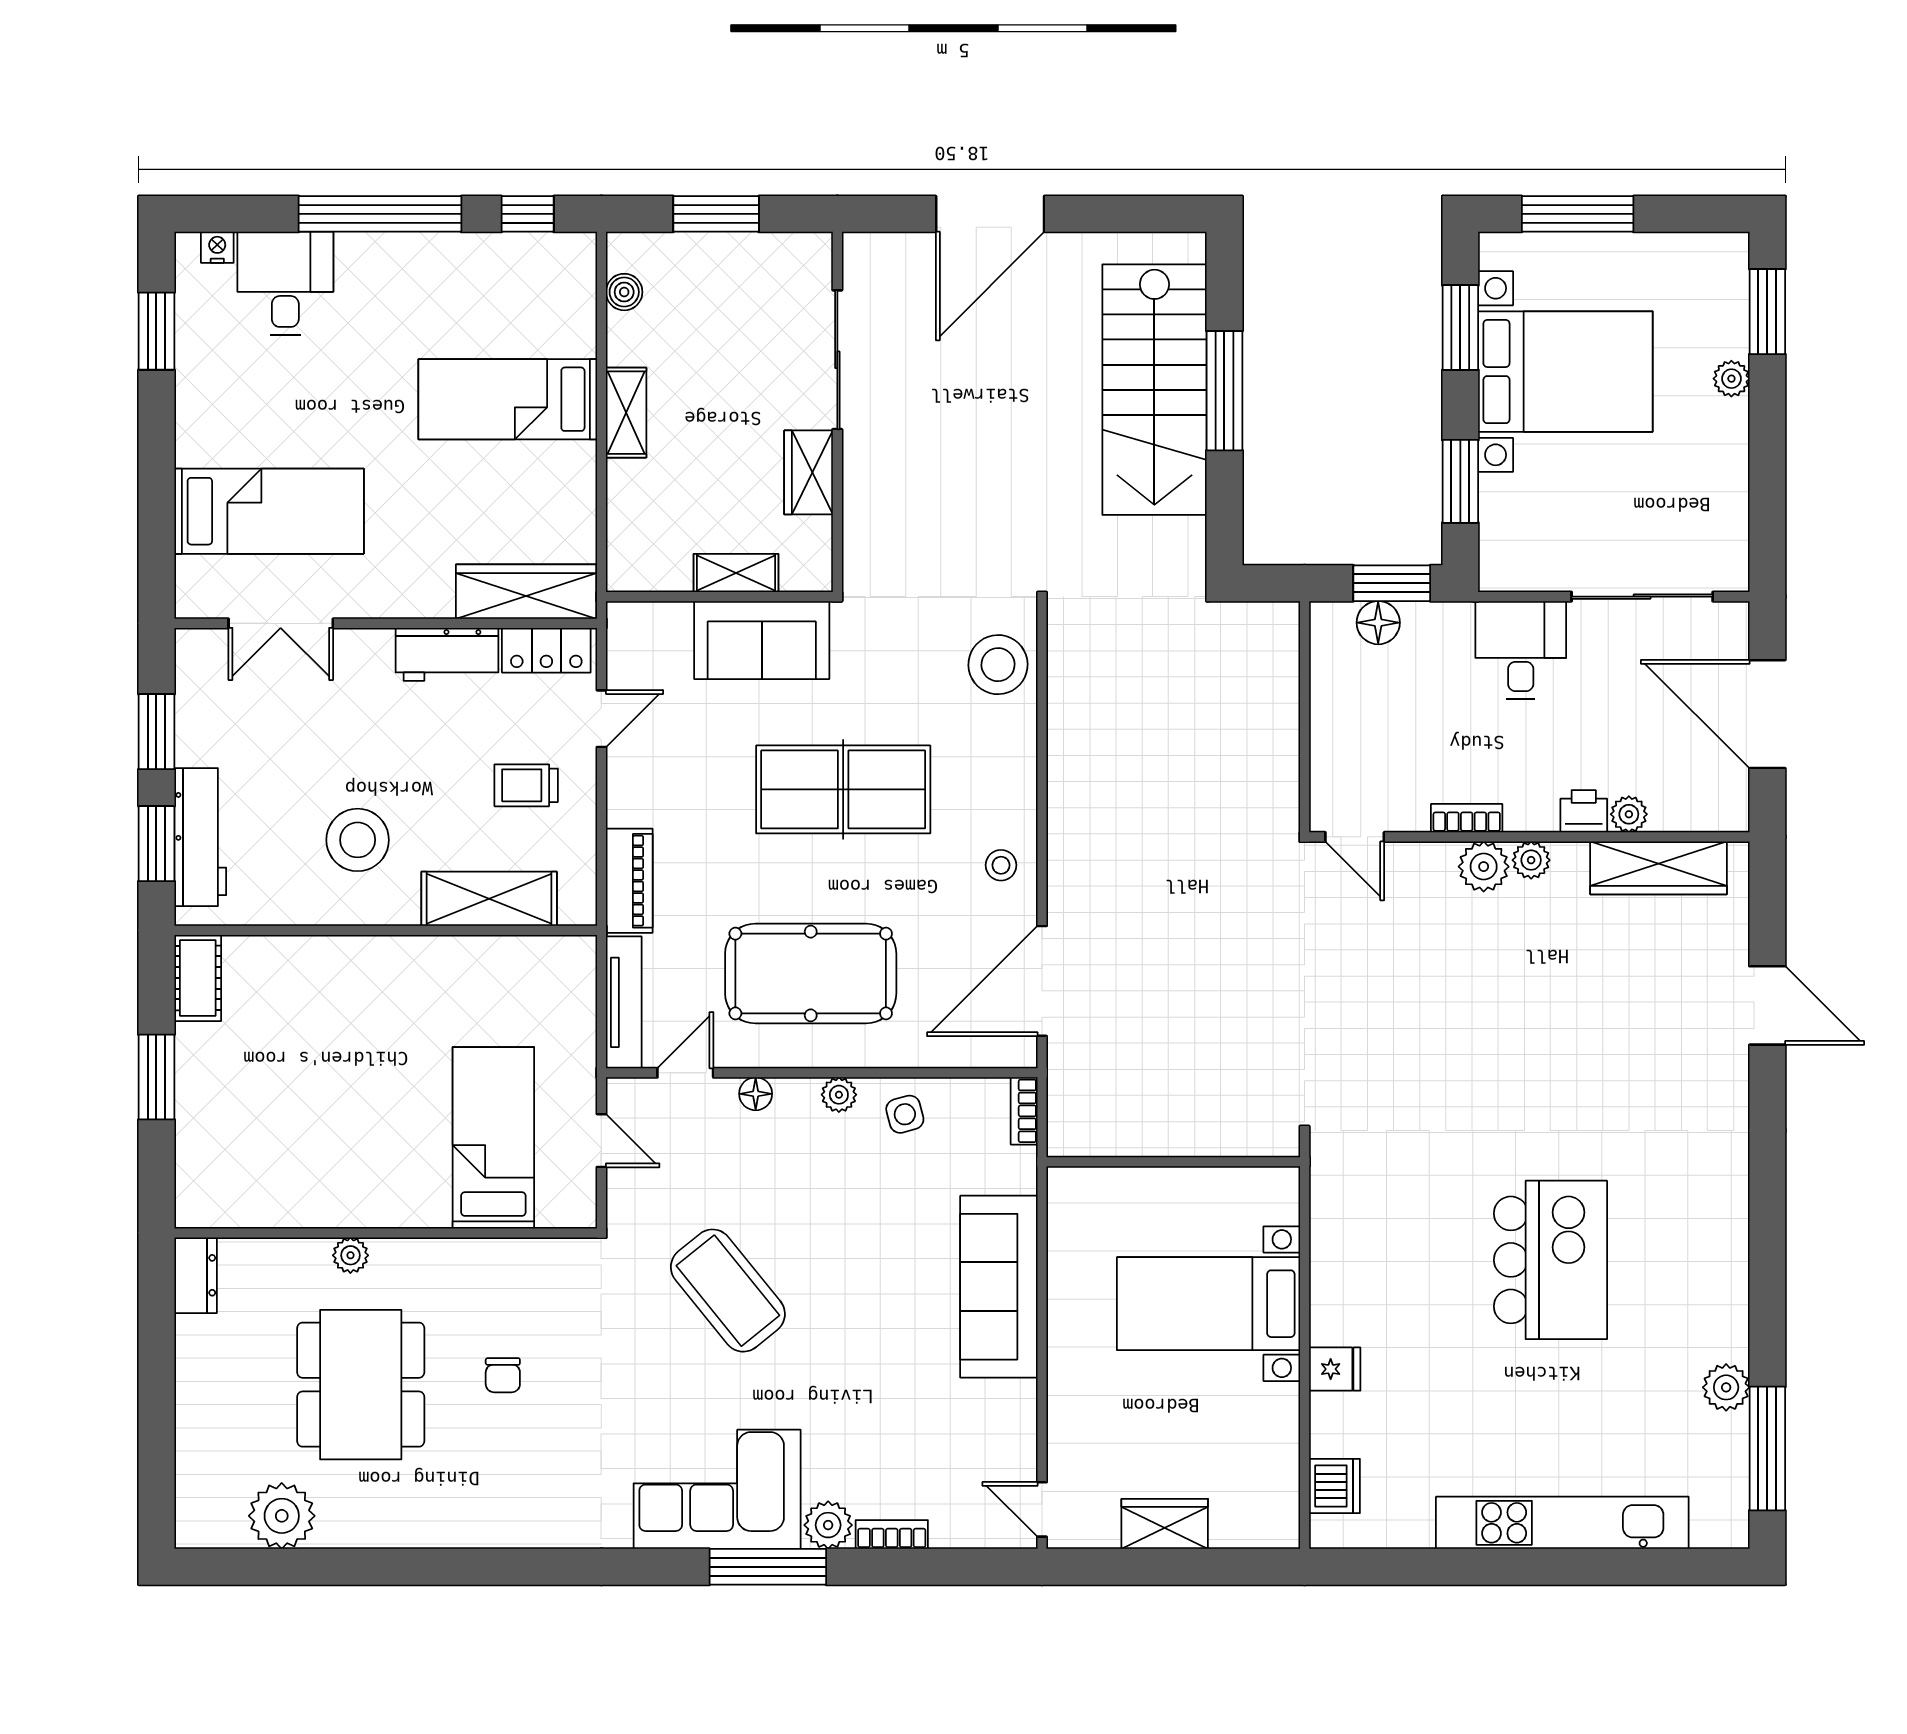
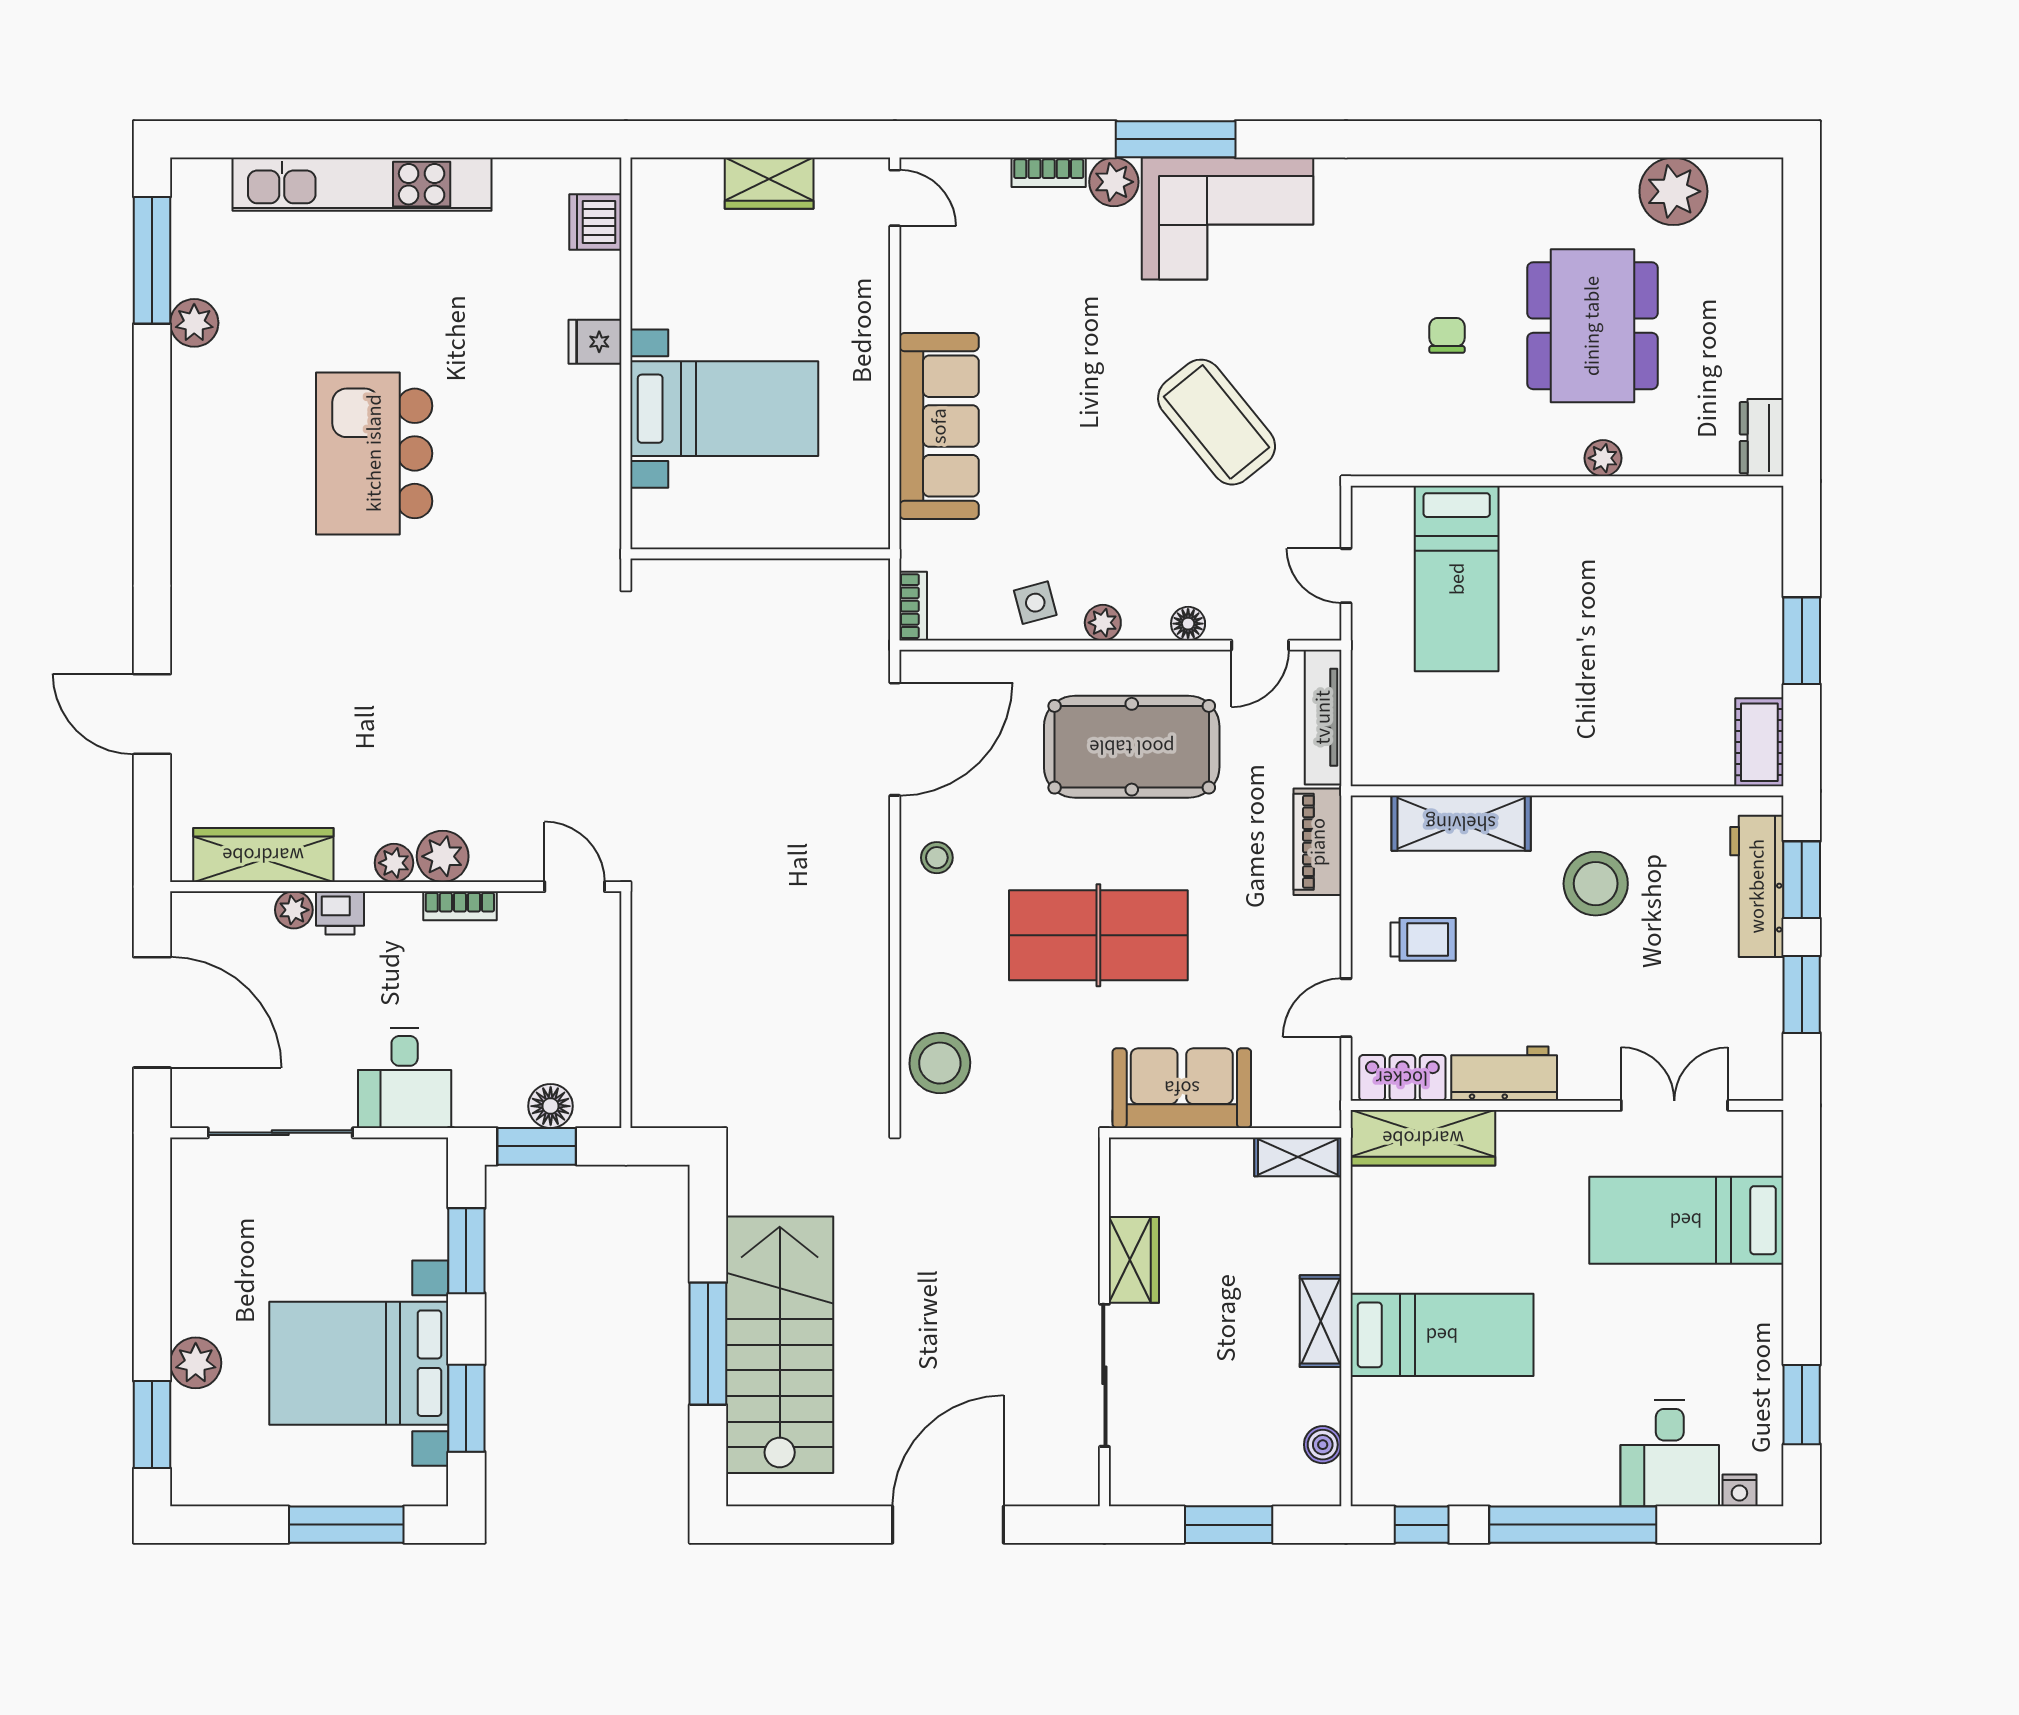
plant: (1731, 379) -> (196, 1363), width x1.38, depth x1.38
shelving: (736, 573) -> (1298, 1157), moved

